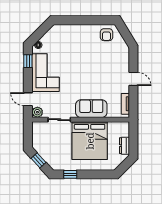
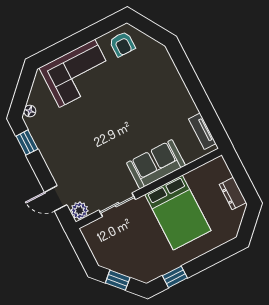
corner sofa: (46, 73) -> (77, 73), moved, turned 90
door: (133, 79) -> (195, 89), removed
bed: (90, 141) -> (178, 213), width x0.73

